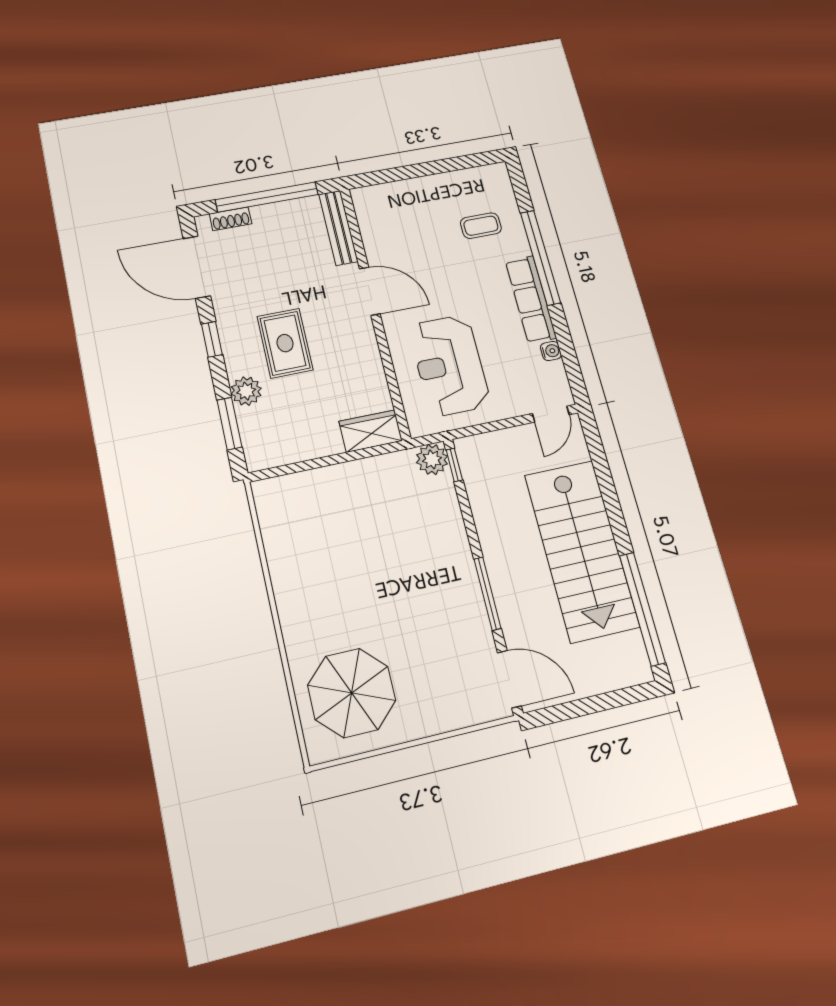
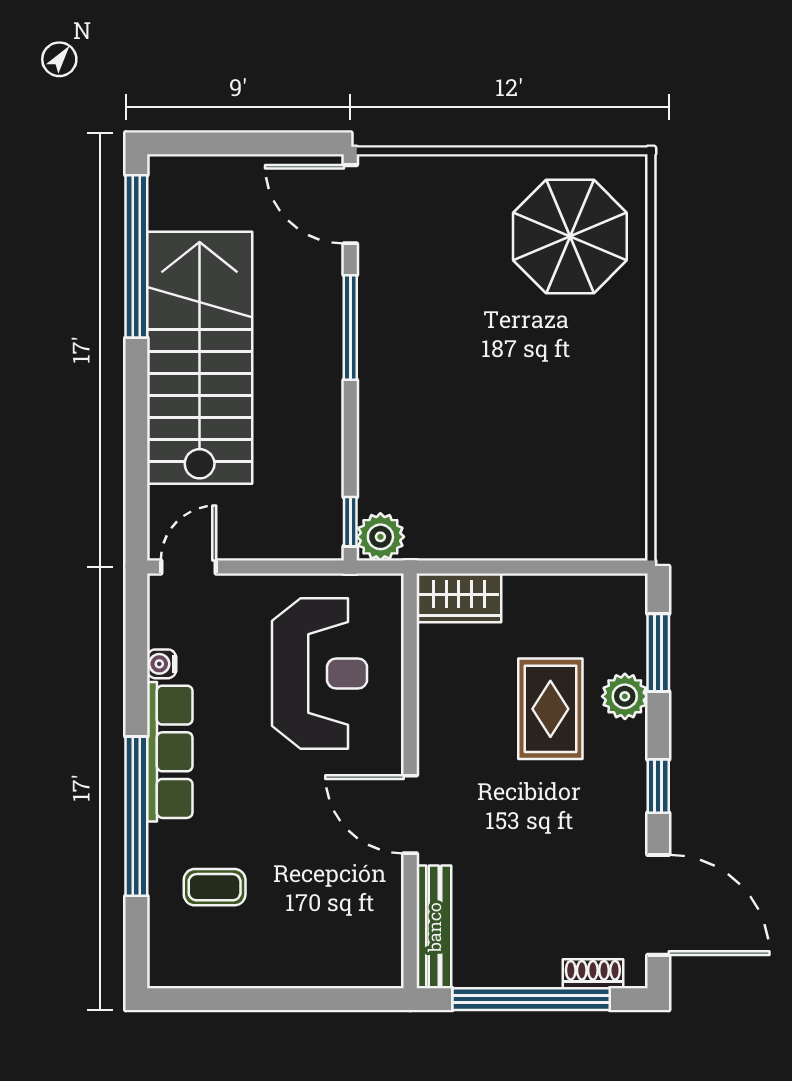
rug: (285, 343) -> (550, 709), moved

